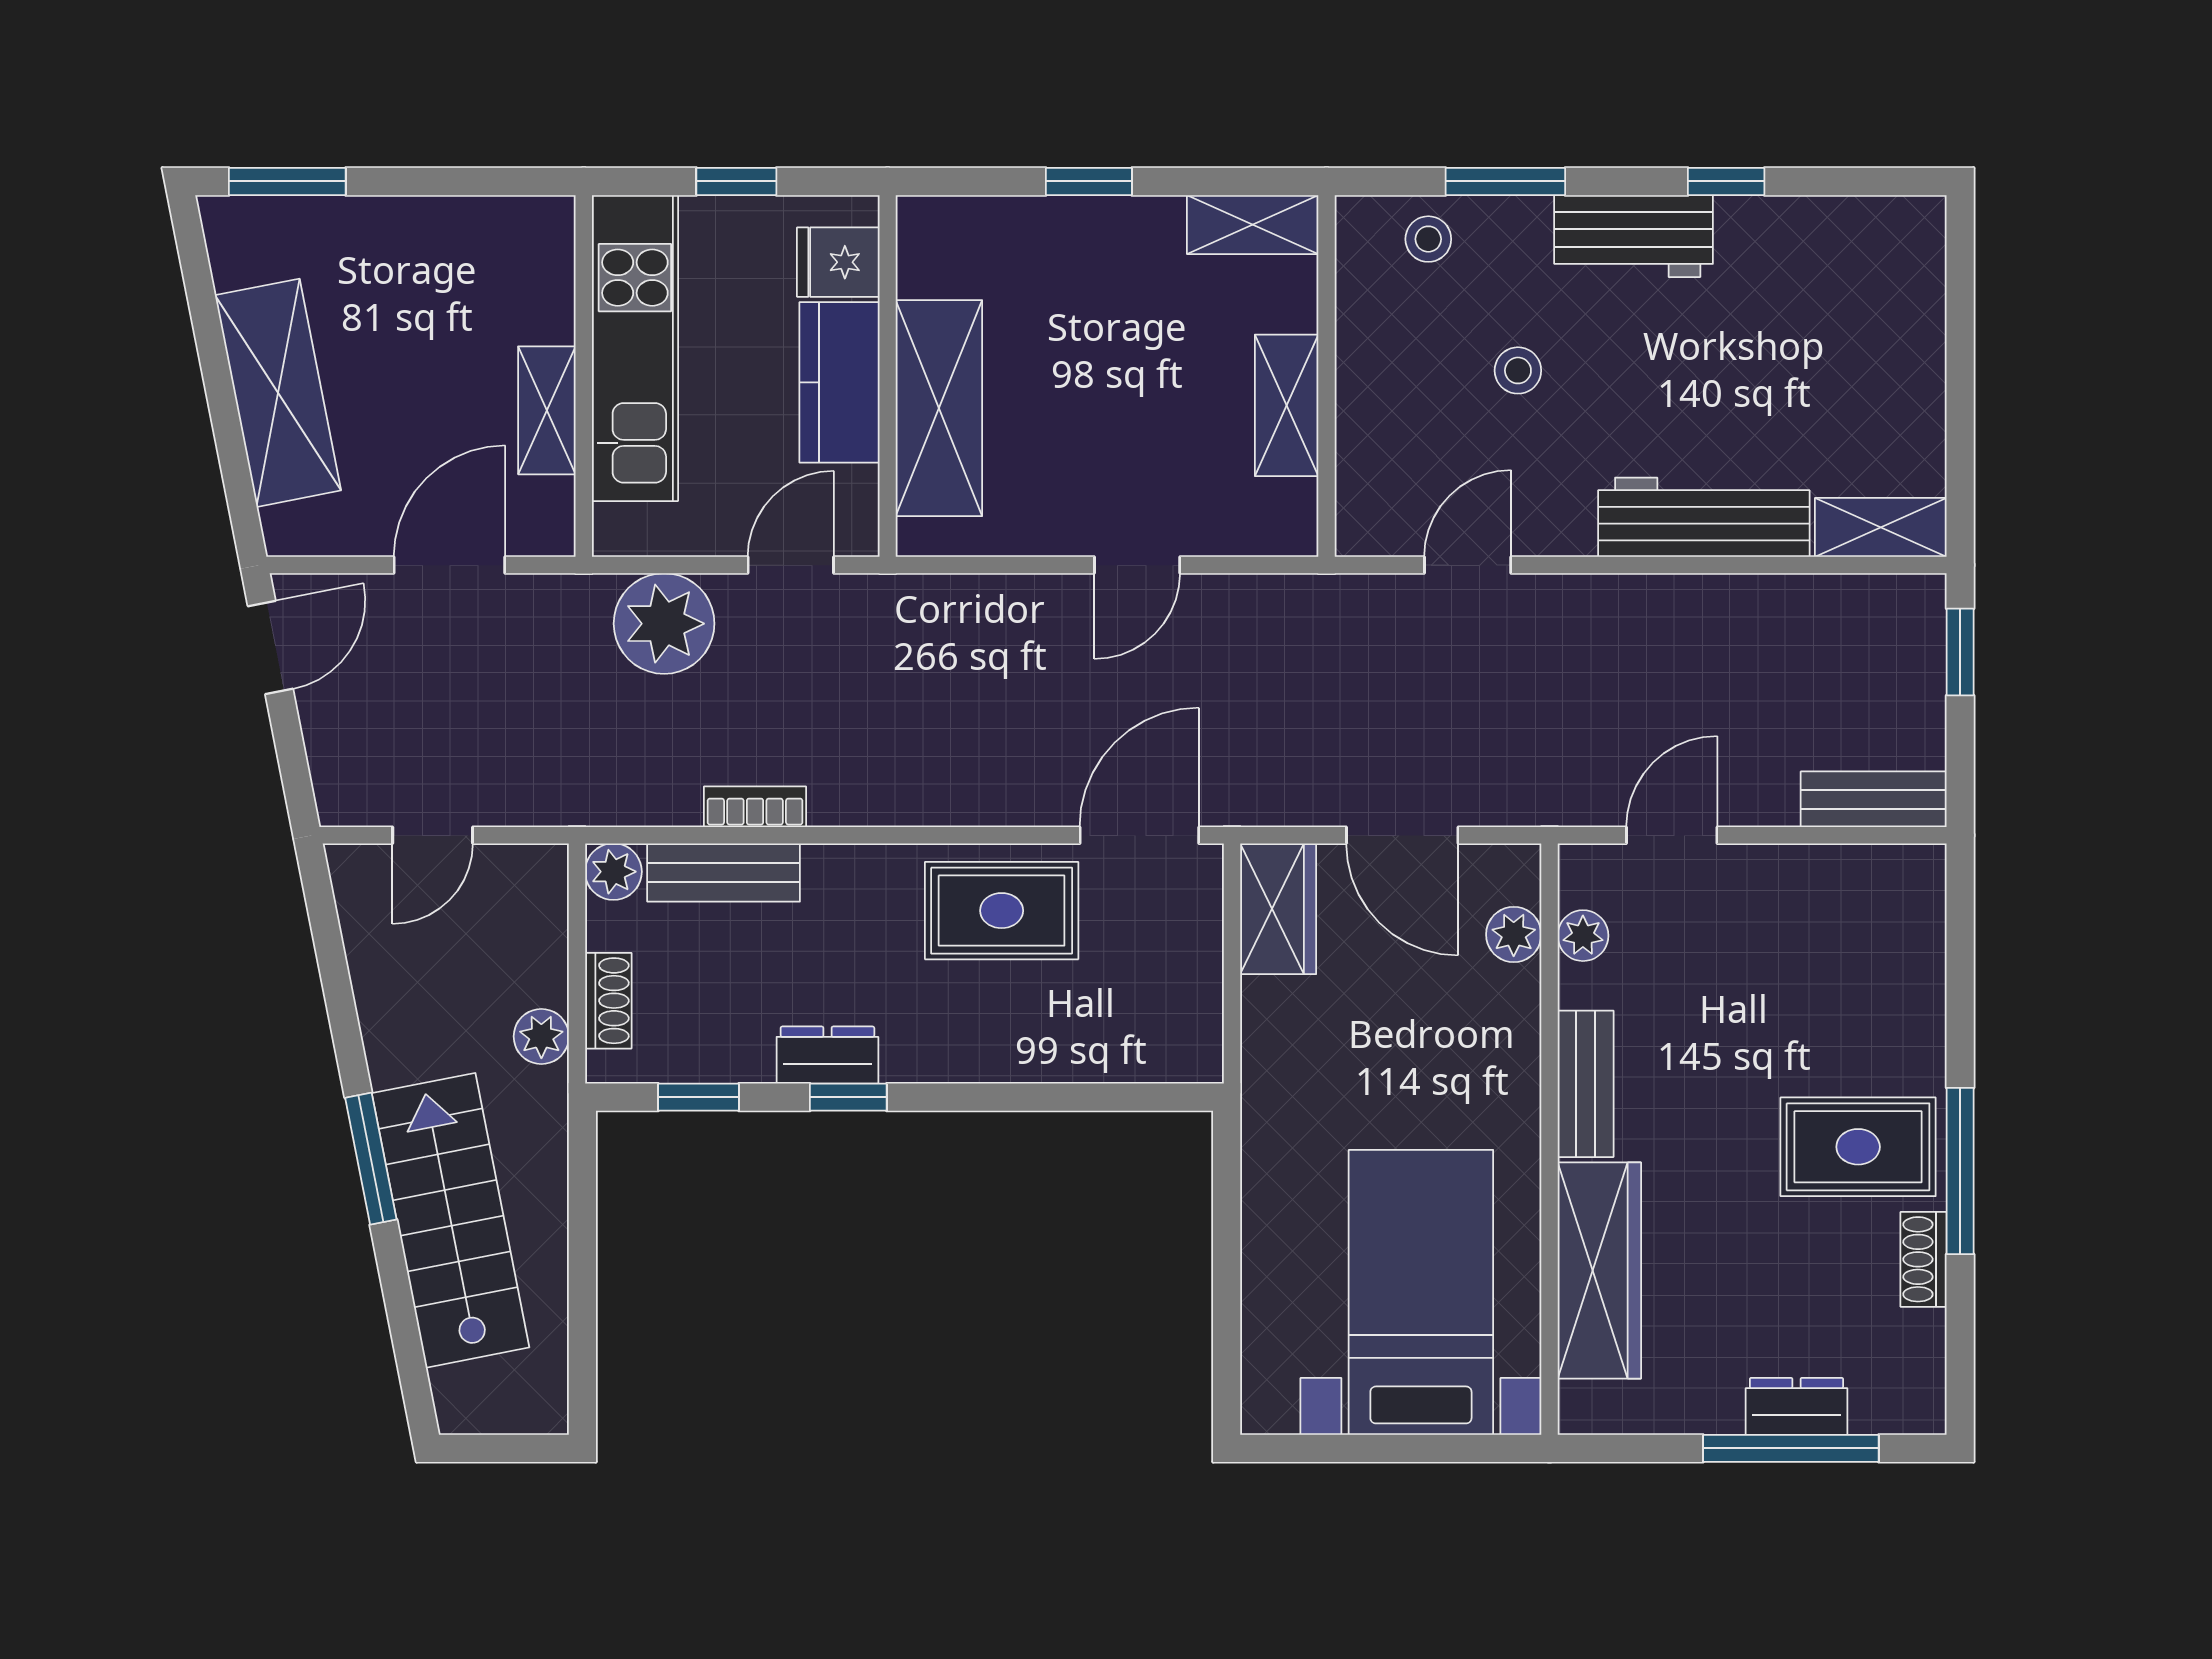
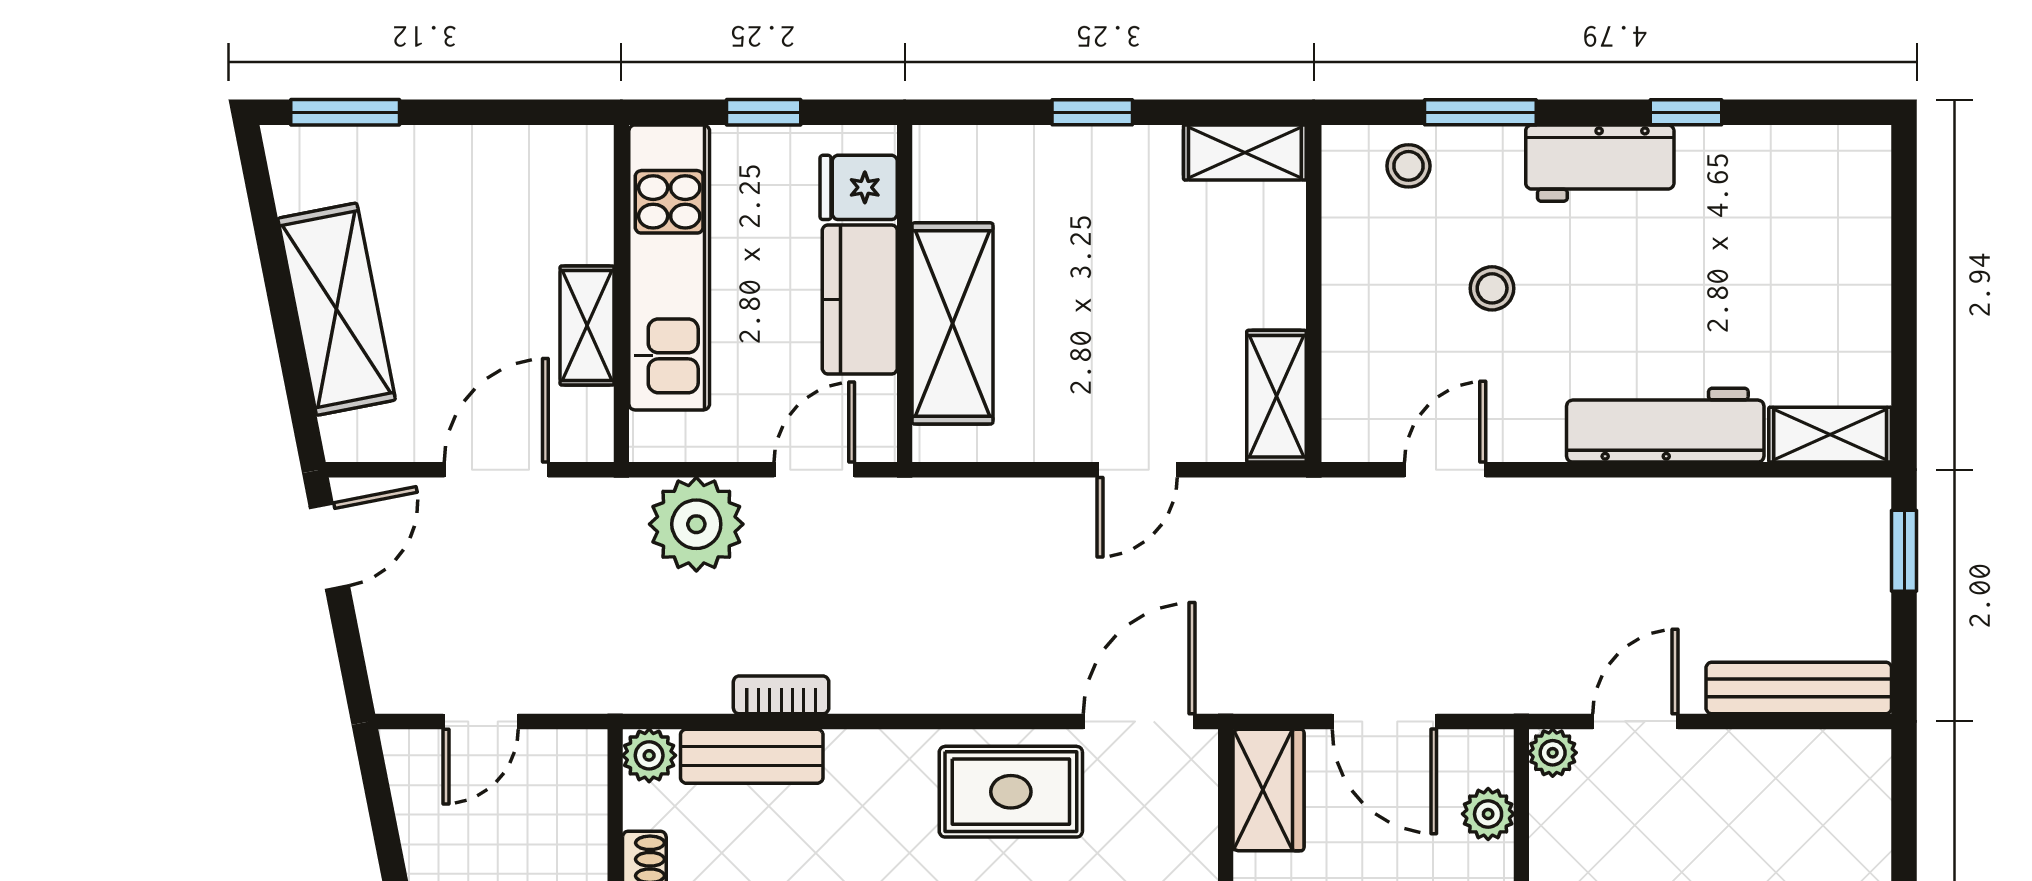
shelving: (1287, 405) -> (1276, 396), moved
bench: (1874, 799) -> (1799, 688), width x1.36
plant: (1583, 936) -> (1553, 753), moved

